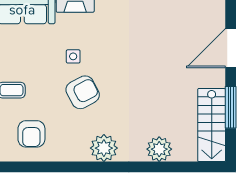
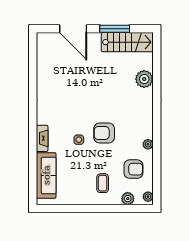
armchair: (83, 92) -> (104, 133), turned -62
plant: (104, 148) -> (148, 144), moved, width x0.53, depth x0.53

